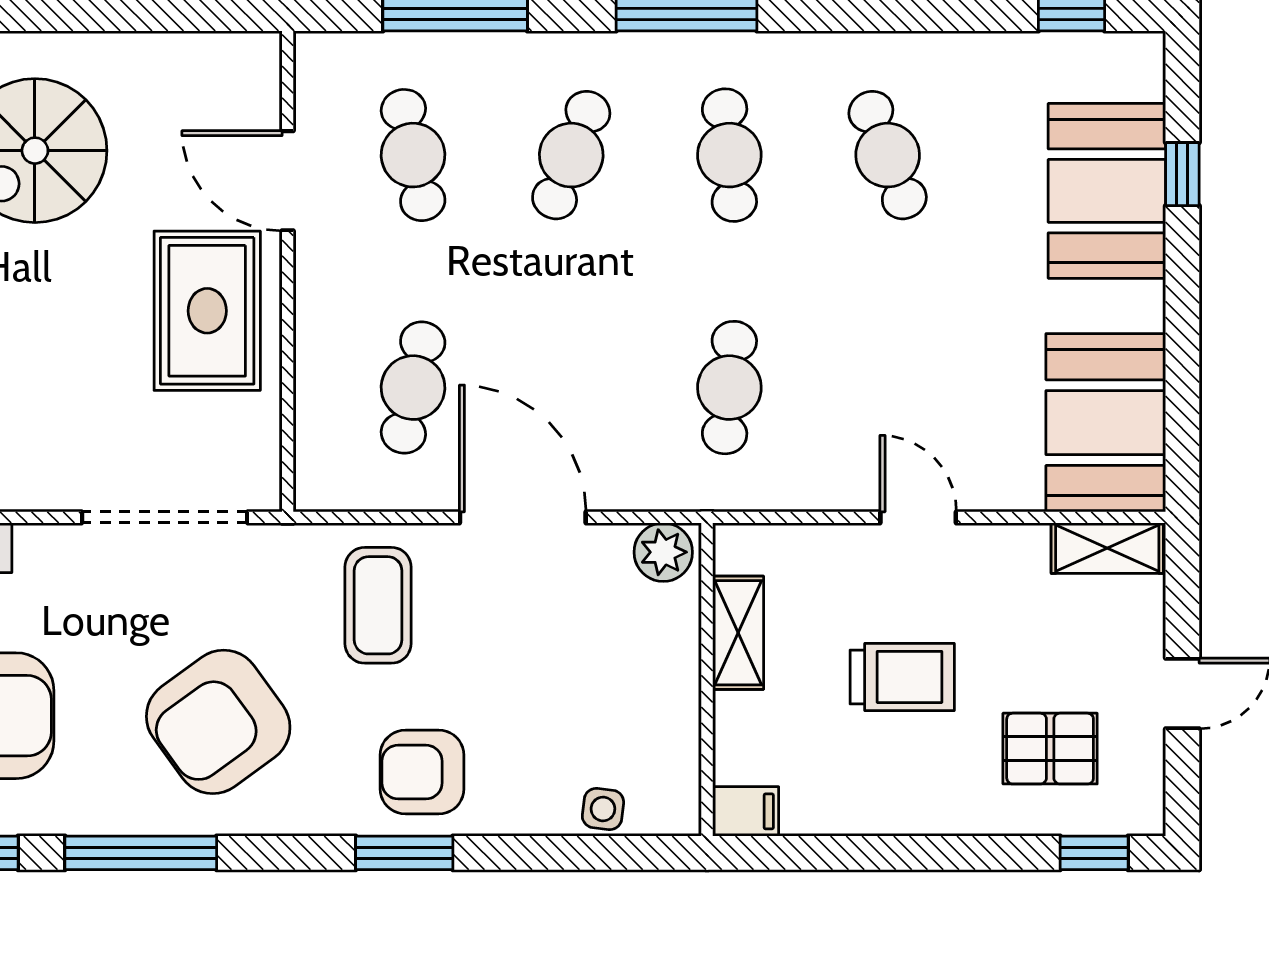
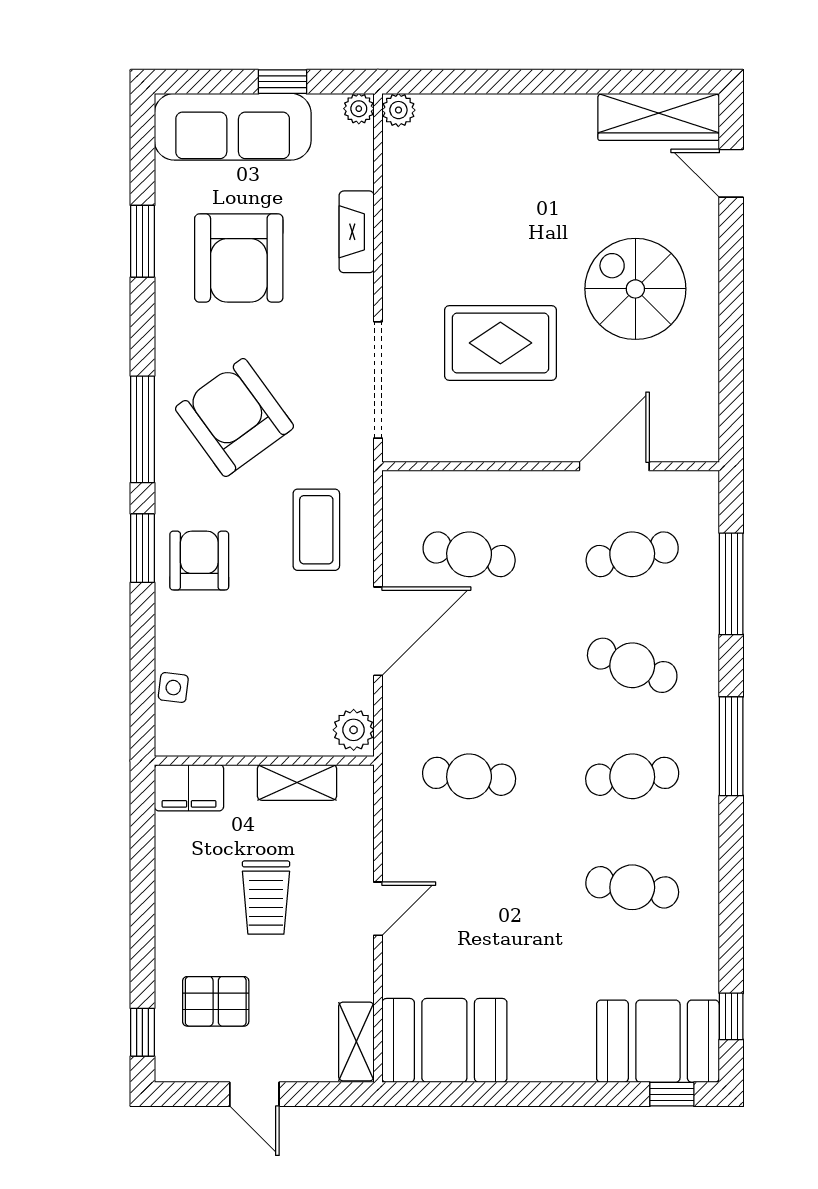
cafe table: (888, 155) -> (632, 887), turned 30
window: (1182, 174) -> (672, 1094), moved
booth: (1107, 191) -> (658, 1041), moved
rug: (207, 311) -> (500, 343), moved
coffee table: (378, 605) -> (316, 530), turned 90
pallet: (1050, 749) -> (216, 1001), turned 90
filing cabinet: (746, 811) -> (189, 788), width x2.00
window: (141, 853) -> (142, 429), moved

